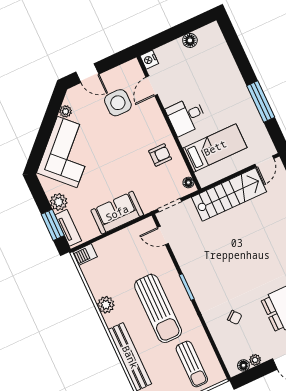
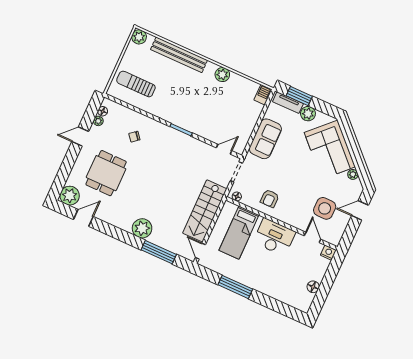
desk: (186, 116) -> (274, 237), width x1.37
sun lounger: (158, 308) -> (187, 101), removed

